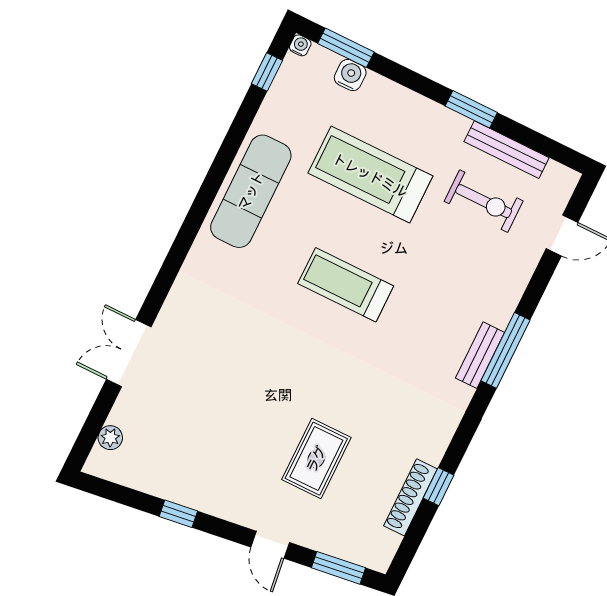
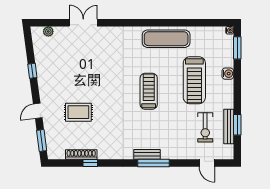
window: (267, 72) -> (214, 23), removed
water cooler: (350, 75) -> (228, 74), moved
window: (471, 109) -> (237, 125), moved
treadmill: (370, 175) -> (194, 80), turned 180

